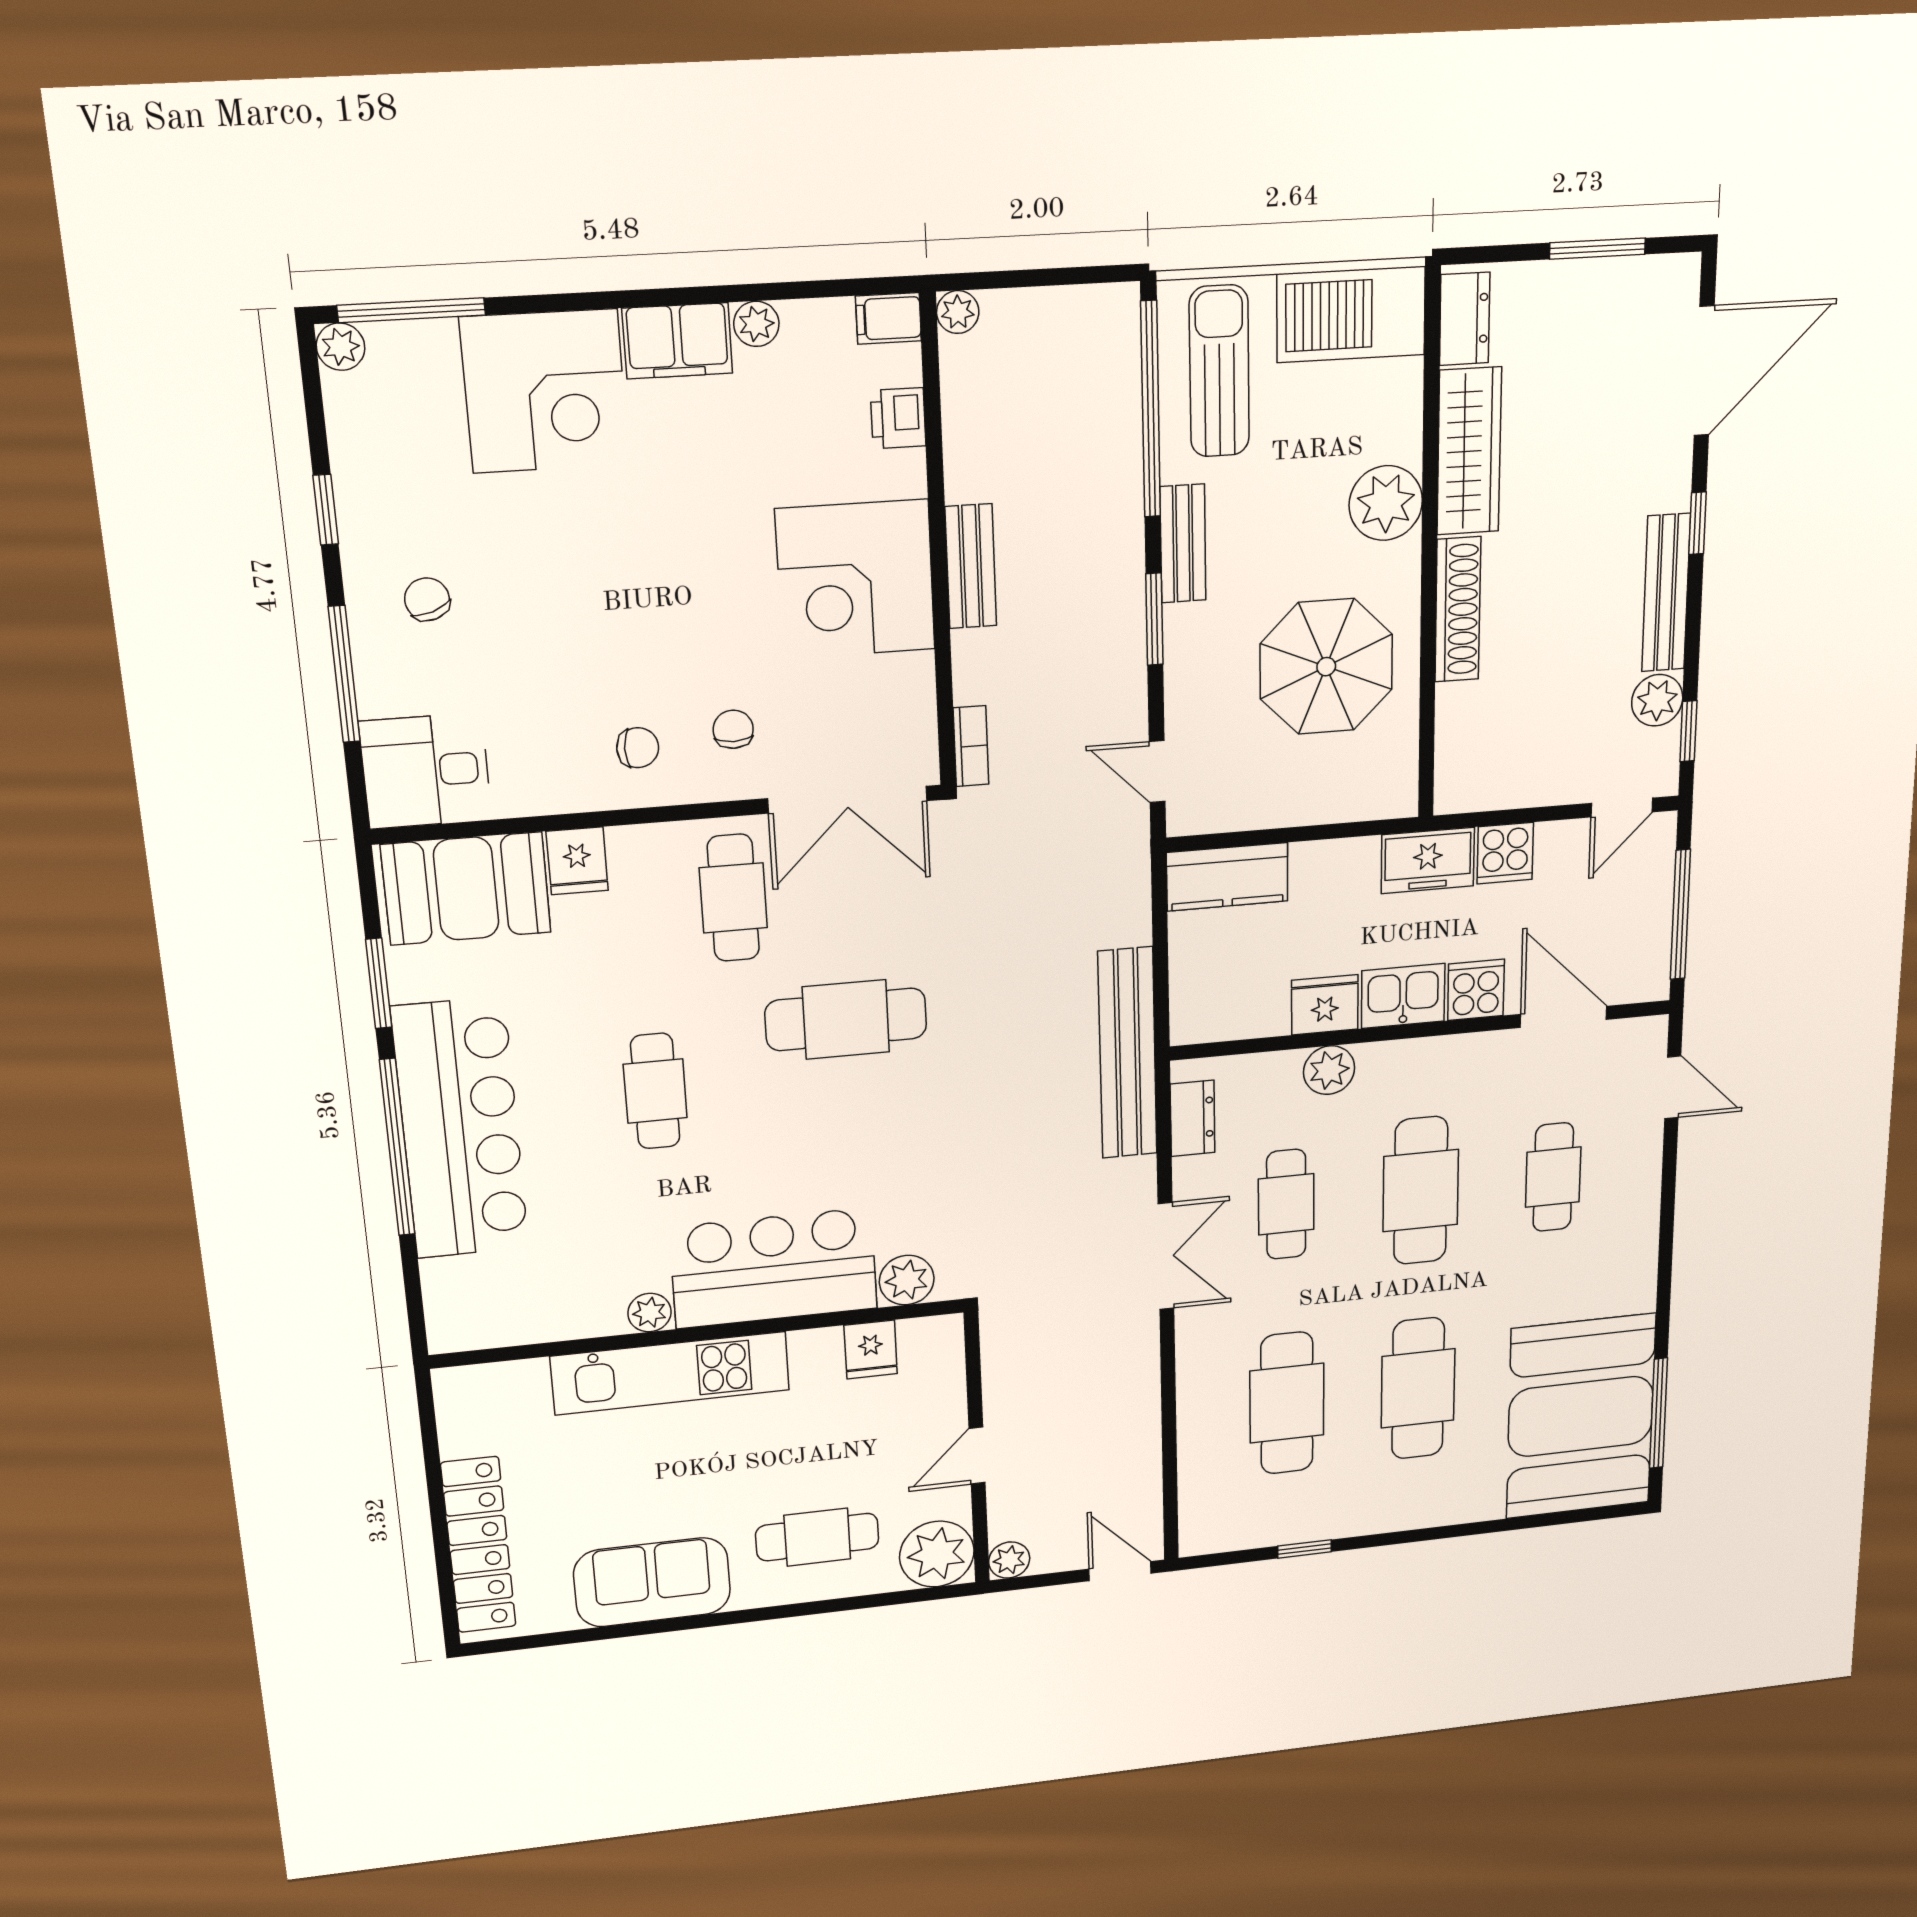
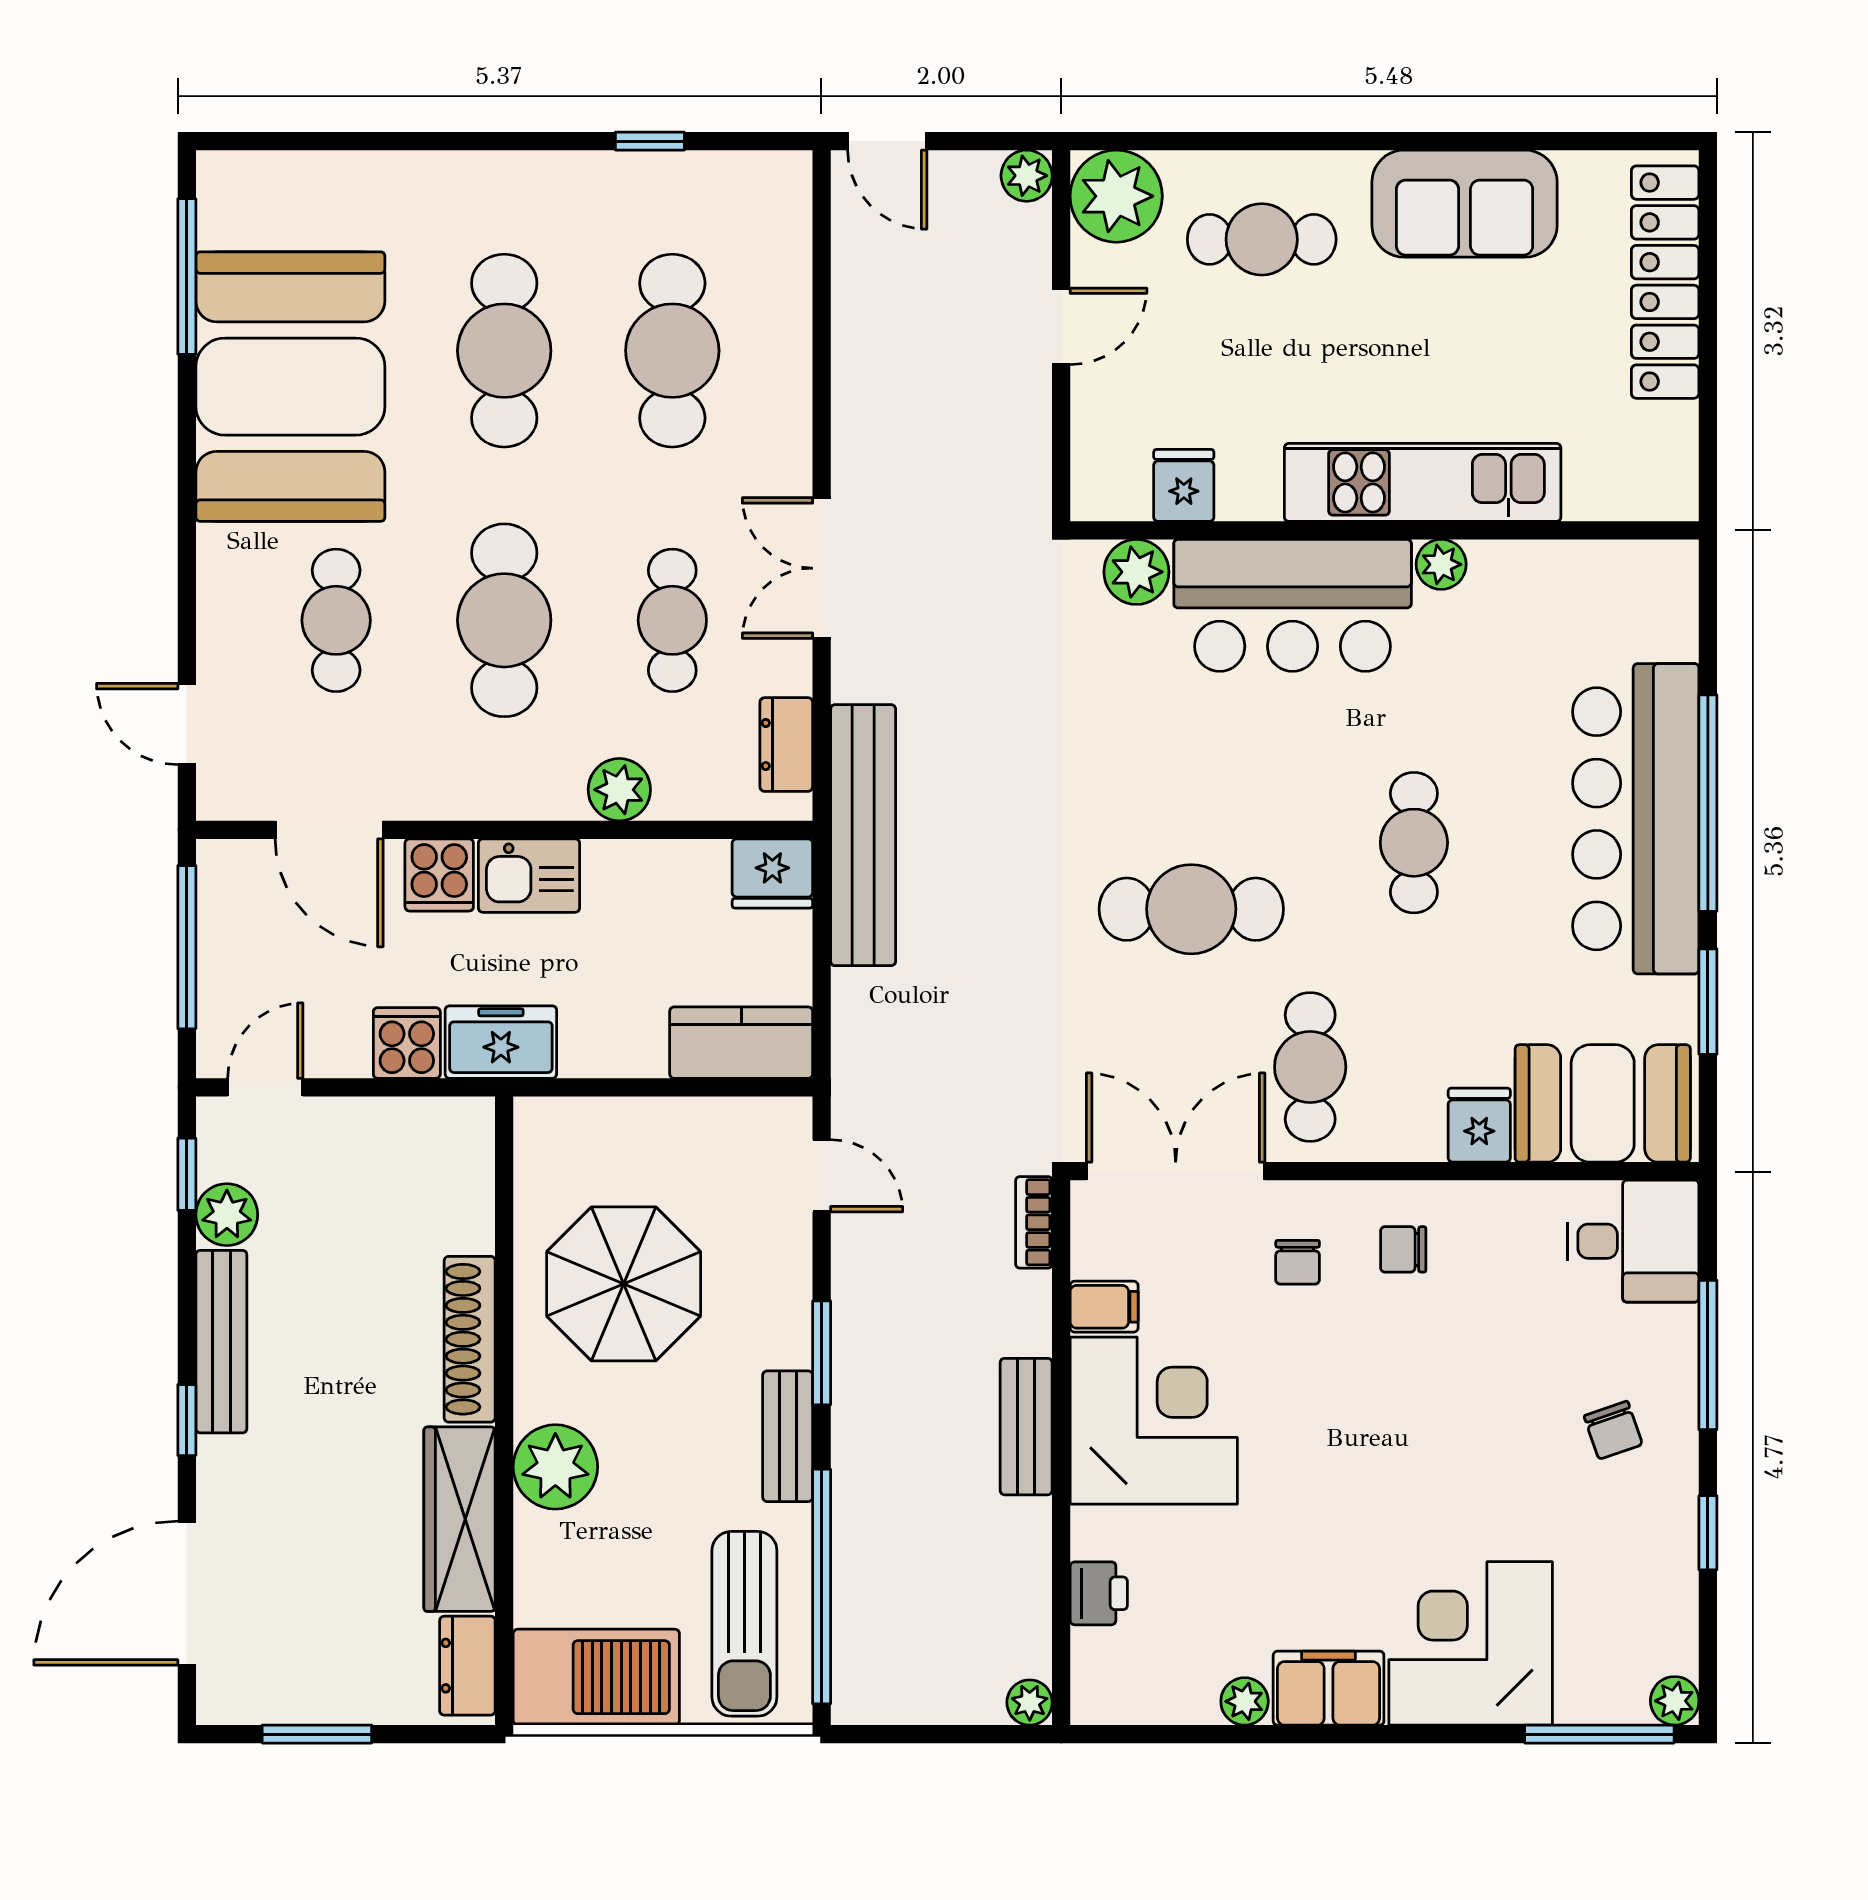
filing cabinet: (888, 318) -> (1104, 1307), moved
fridge: (1325, 1005) -> (772, 873), moved
booth: (1581, 1416) -> (290, 387), moved

